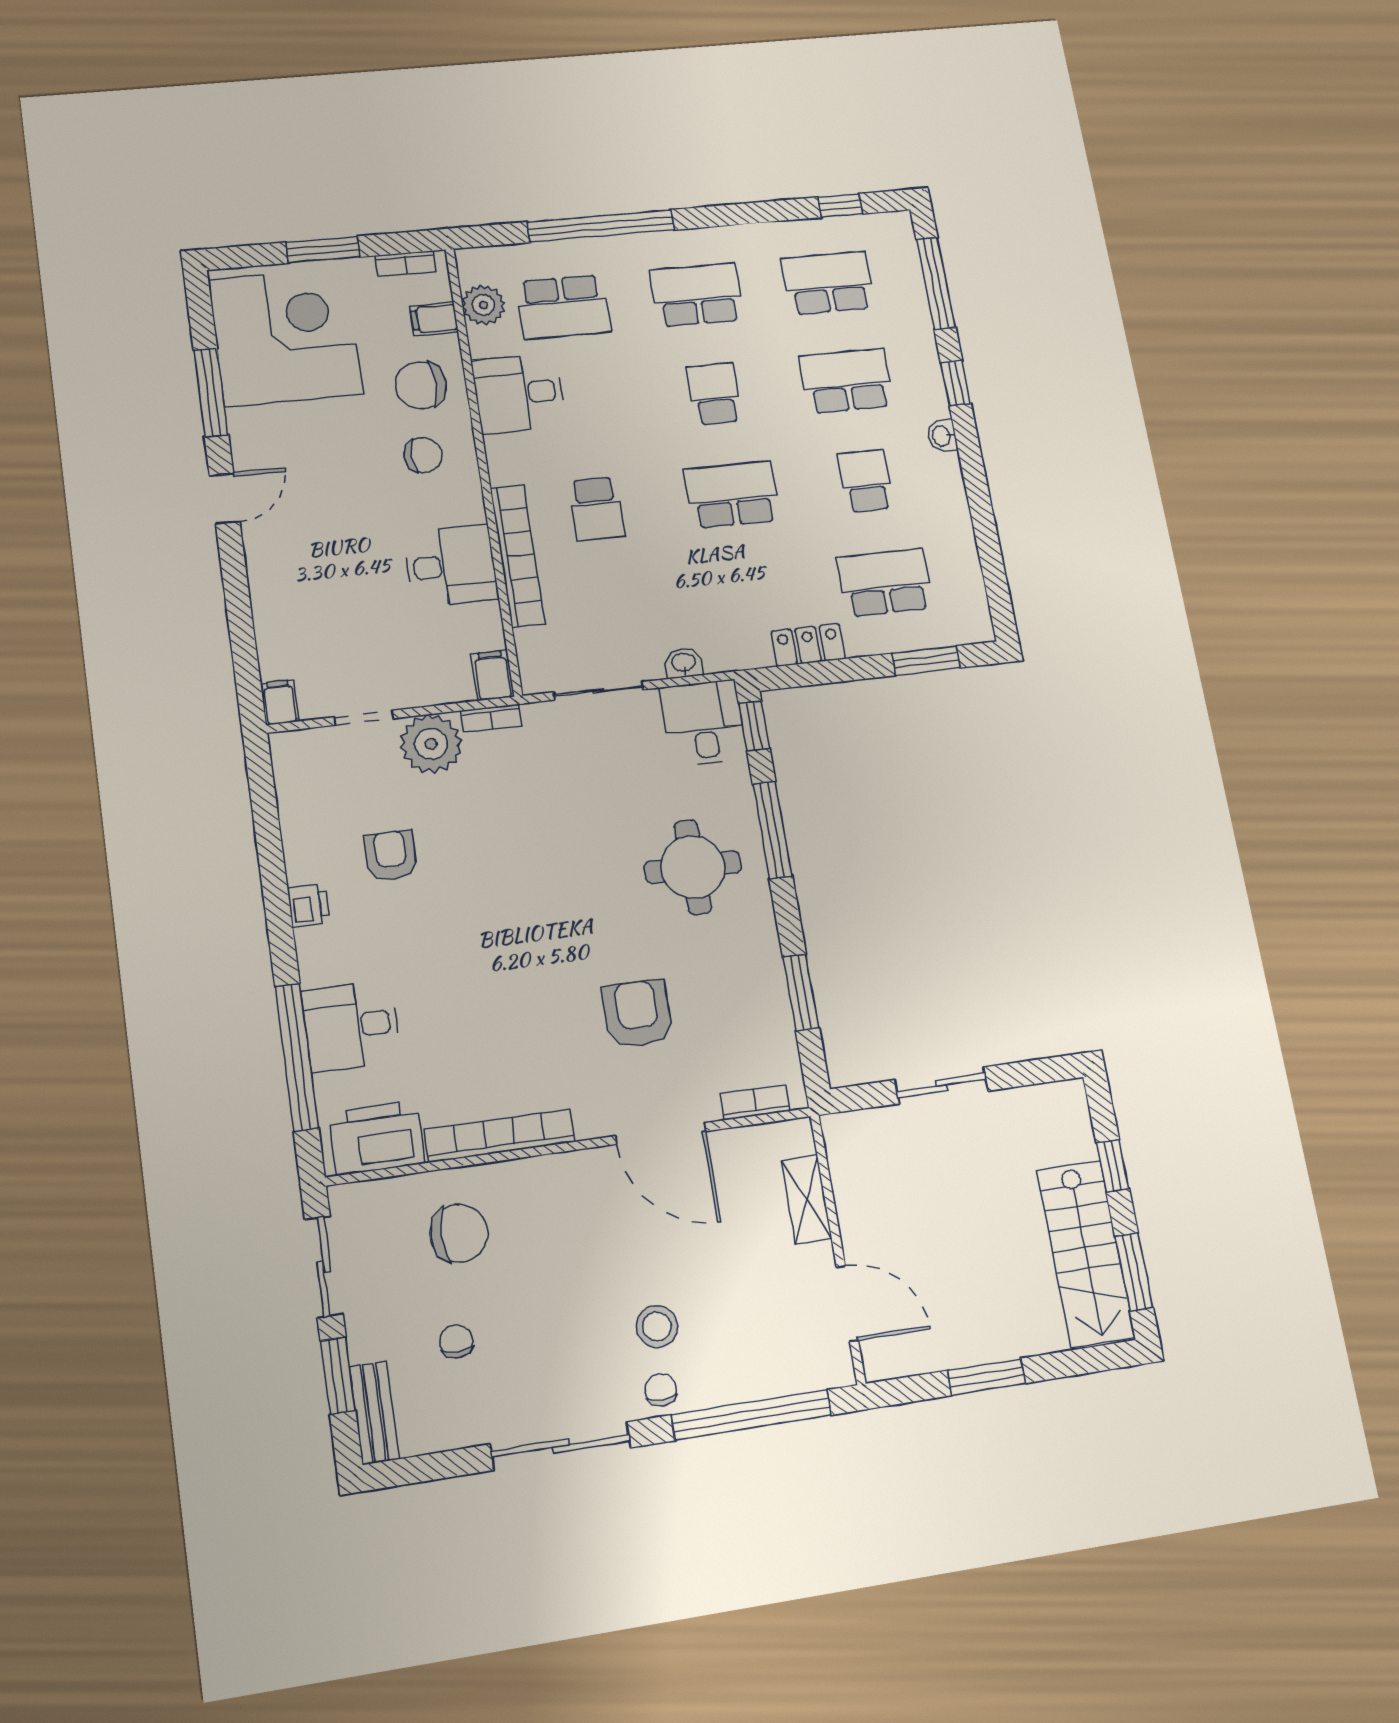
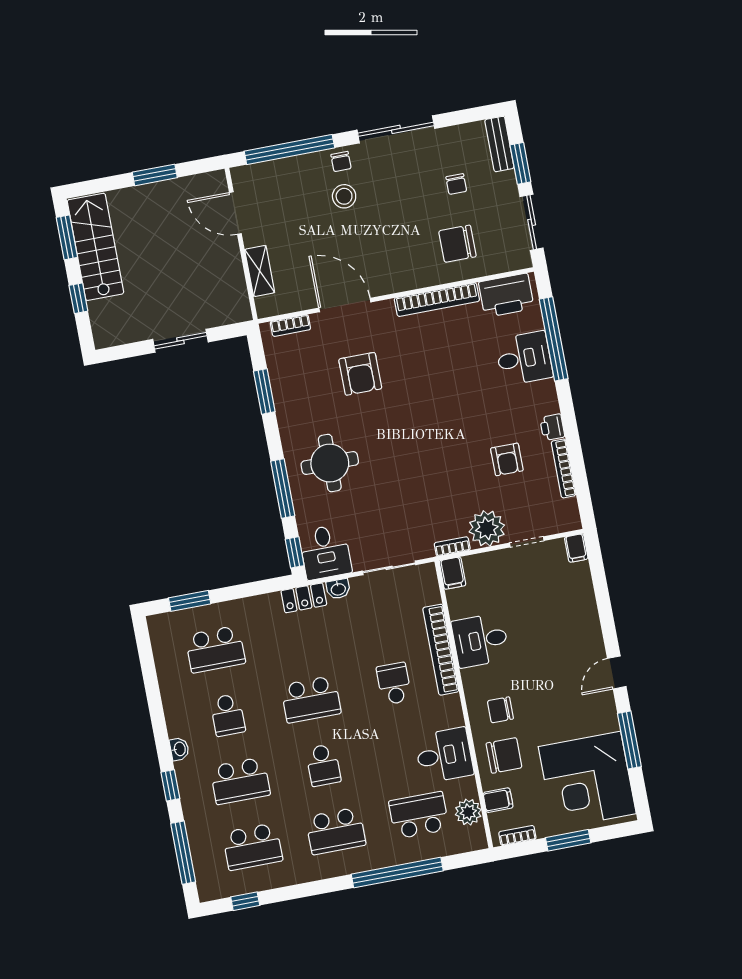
locker: (808, 645) -> (304, 598), moved
bookcase: (293, 835) -> (564, 468), added

